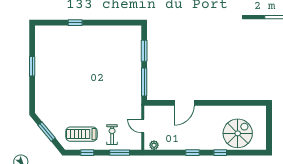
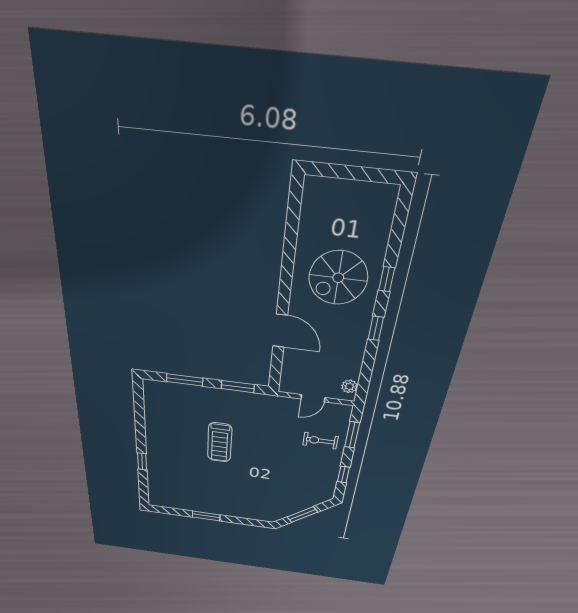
window: (144, 82) -> (238, 387), width x0.69
spiral stairs: (238, 133) -> (338, 278), moved, turned -90
treadmill: (81, 134) -> (220, 442), moved

